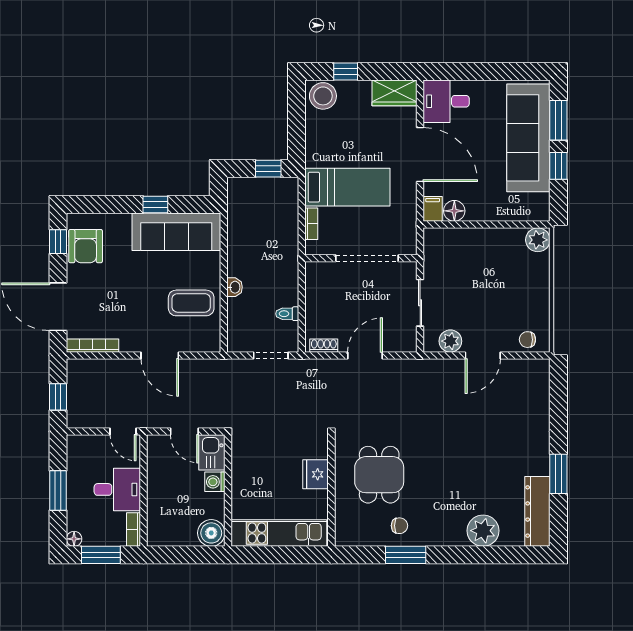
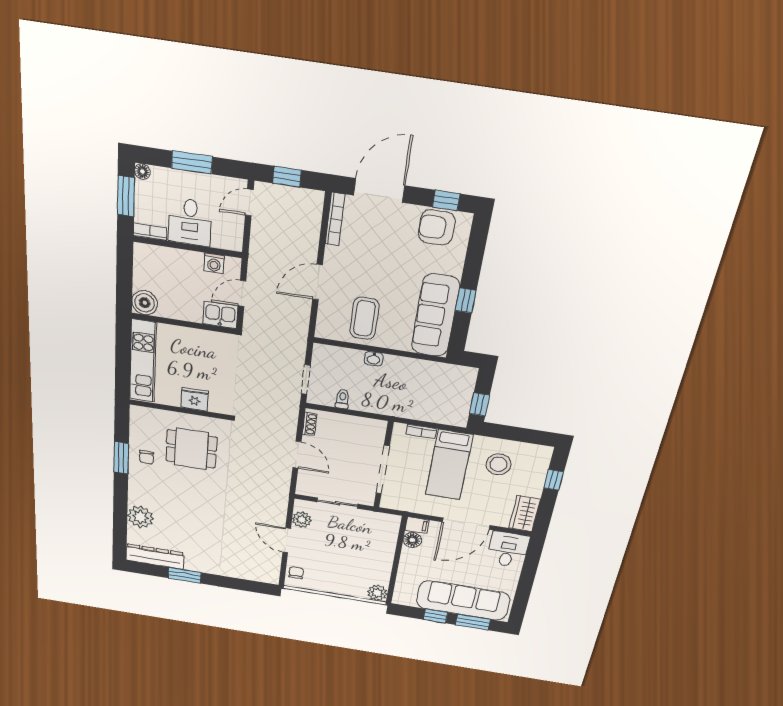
stool: (323, 96) -> (499, 464), moved
door: (123, 431) -> (249, 202), moved
washing machine: (215, 482) -> (214, 263), moved, turned 180

